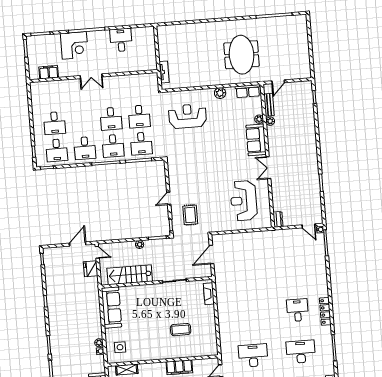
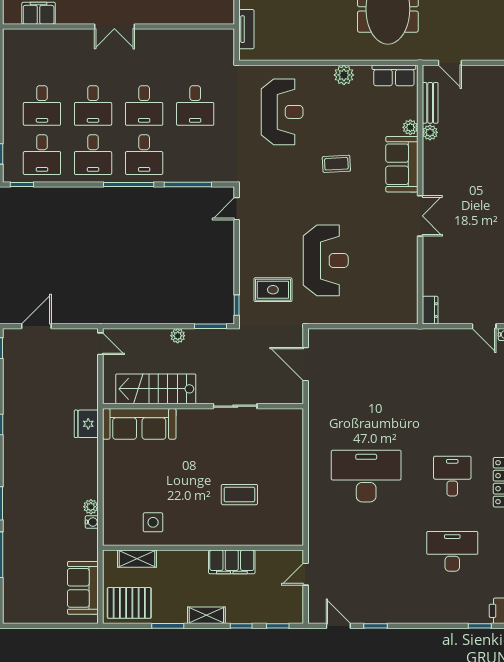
door: (278, 82) -> (450, 63), hinge flipped
reception desk: (188, 116) -> (282, 112), turned 90
coffee table: (220, 143) -> (336, 164), added
desk: (141, 144) -> (93, 105), moved
double door: (268, 168) -> (420, 216), swing flipped
door: (169, 198) -> (237, 209), moved
reception desk: (244, 201) -> (326, 260), moved, turned 180
rug: (190, 215) -> (273, 290), turned 90
door: (78, 244) -> (36, 326), moved
door: (212, 255) -> (306, 364), hinge flipped
fridge: (91, 269) -> (86, 424), moved
fireplace: (209, 294) -> (295, 434), removed
sofa: (111, 307) -> (139, 424), moved, turned 90
side table: (120, 347) -> (153, 522), moved
desk: (253, 355) -> (366, 476), moved, width x1.36, depth x1.30

